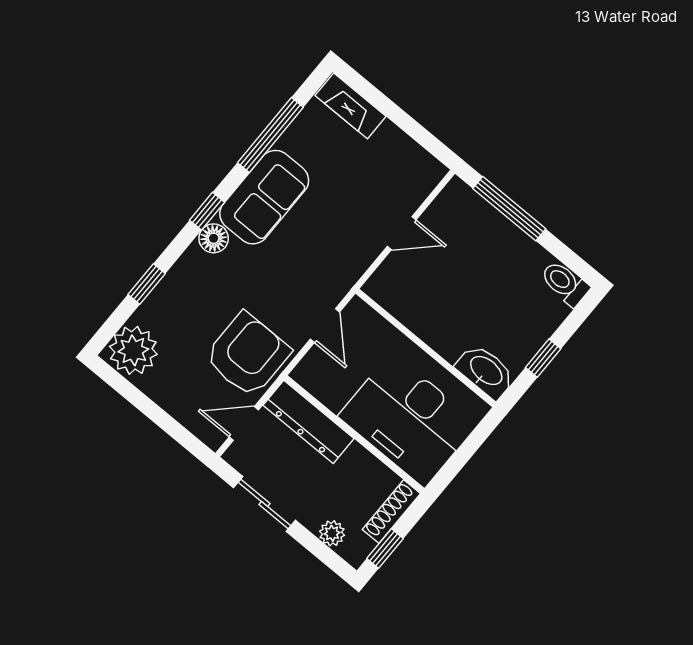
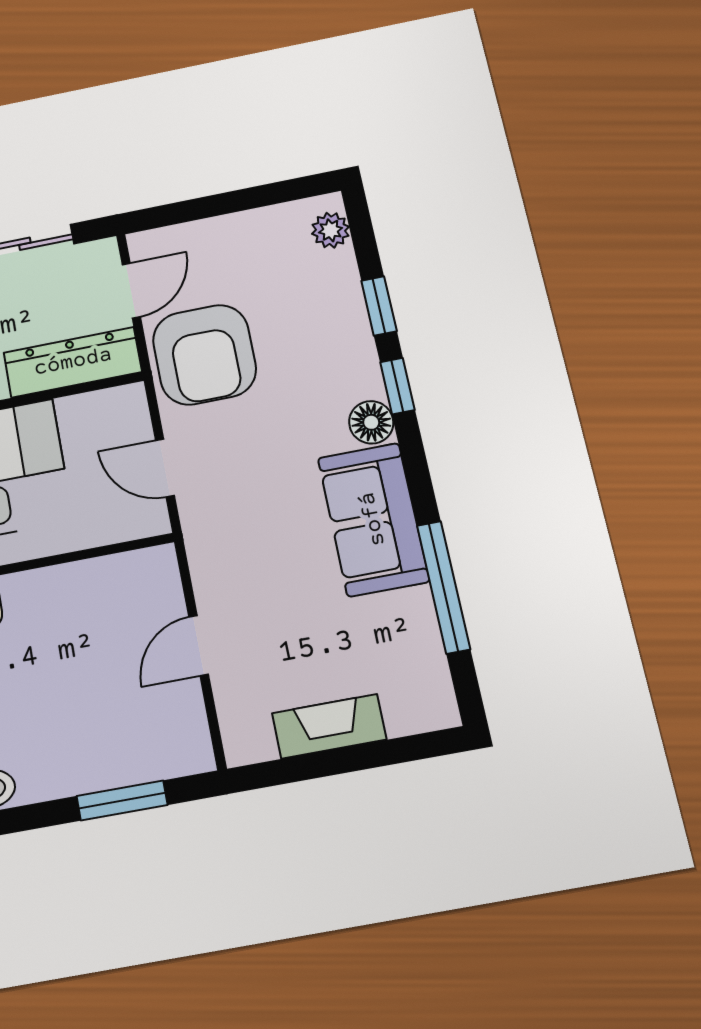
fireplace: (351, 106) -> (329, 726), moved
window: (509, 209) -> (122, 800), width x0.69
window: (207, 211) -> (397, 386), moved
plant: (133, 350) -> (330, 230), width x0.53, depth x0.53

